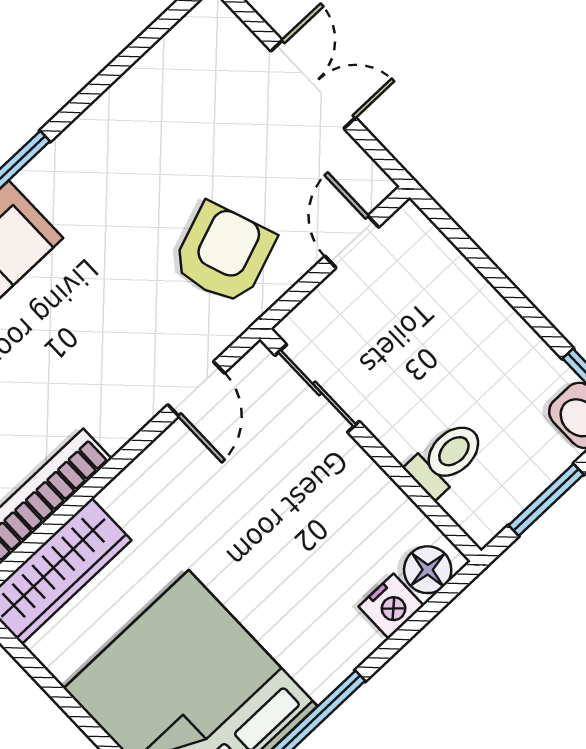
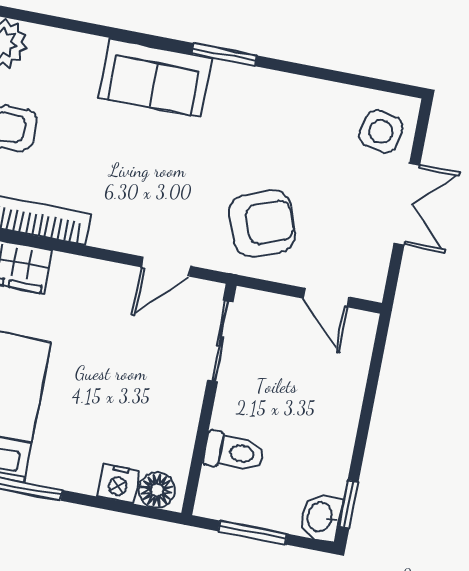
side table: (216, 57) -> (381, 132), added
door: (352, 242) -> (326, 298), swing flipped

